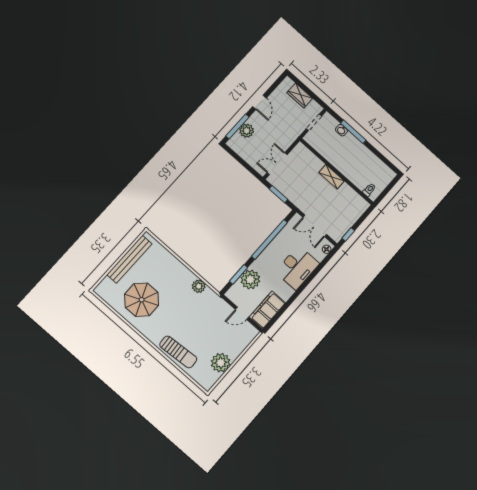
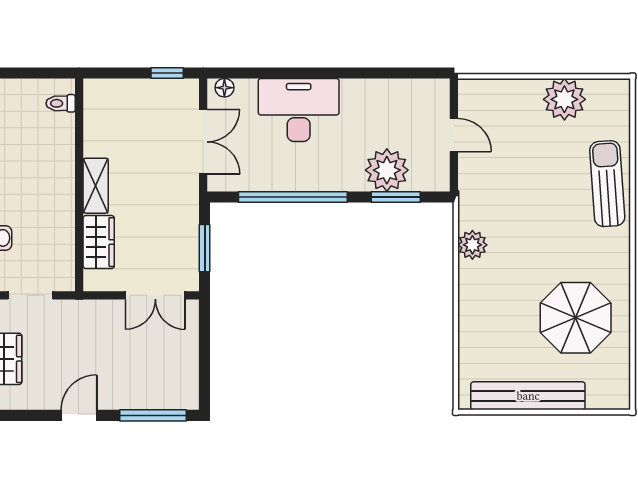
plant: (247, 131) -> (146, 394), removed
wardrobe: (312, 161) -> (99, 242), added
filing cabinet: (267, 310) -> (412, 98), removed

